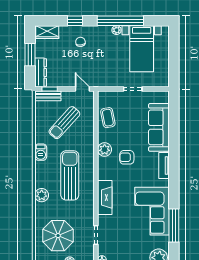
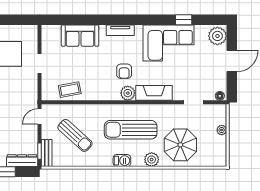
sofa: (159, 127) -> (80, 36), width x0.73
plant: (105, 149) -> (128, 93), moved
barbecue: (41, 152) -> (122, 161), moved
armchair: (127, 157) -> (124, 71), moved
window: (174, 225) -> (184, 20), width x0.46
parasol: (58, 236) -> (180, 145), moved

